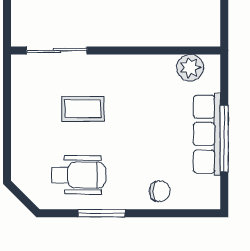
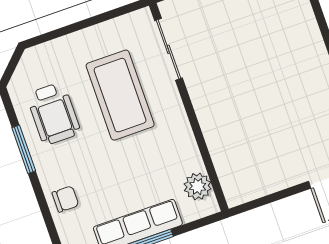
coffee table: (83, 109) -> (120, 95), width x1.86, depth x1.72
chair: (160, 191) -> (65, 199), turned -90

